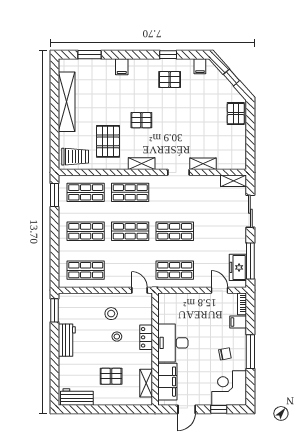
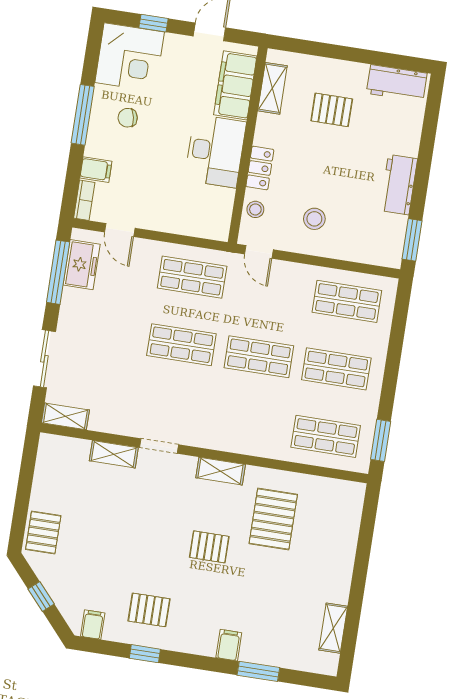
window: (89, 55) -> (258, 671), moved
shelving: (67, 102) -> (333, 628), width x0.45, depth x0.75
trolley: (75, 157) -> (334, 502), removed
shop shelf: (130, 192) -> (248, 424), removed
stool: (117, 337) -> (255, 209), moved

